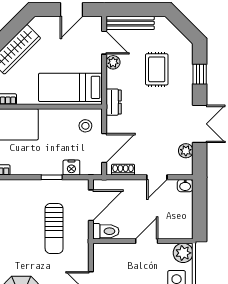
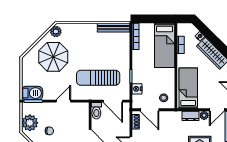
dresser: (114, 102) -> (191, 116), moved
sun lounger: (54, 229) -> (98, 78), width x1.36, depth x1.34

